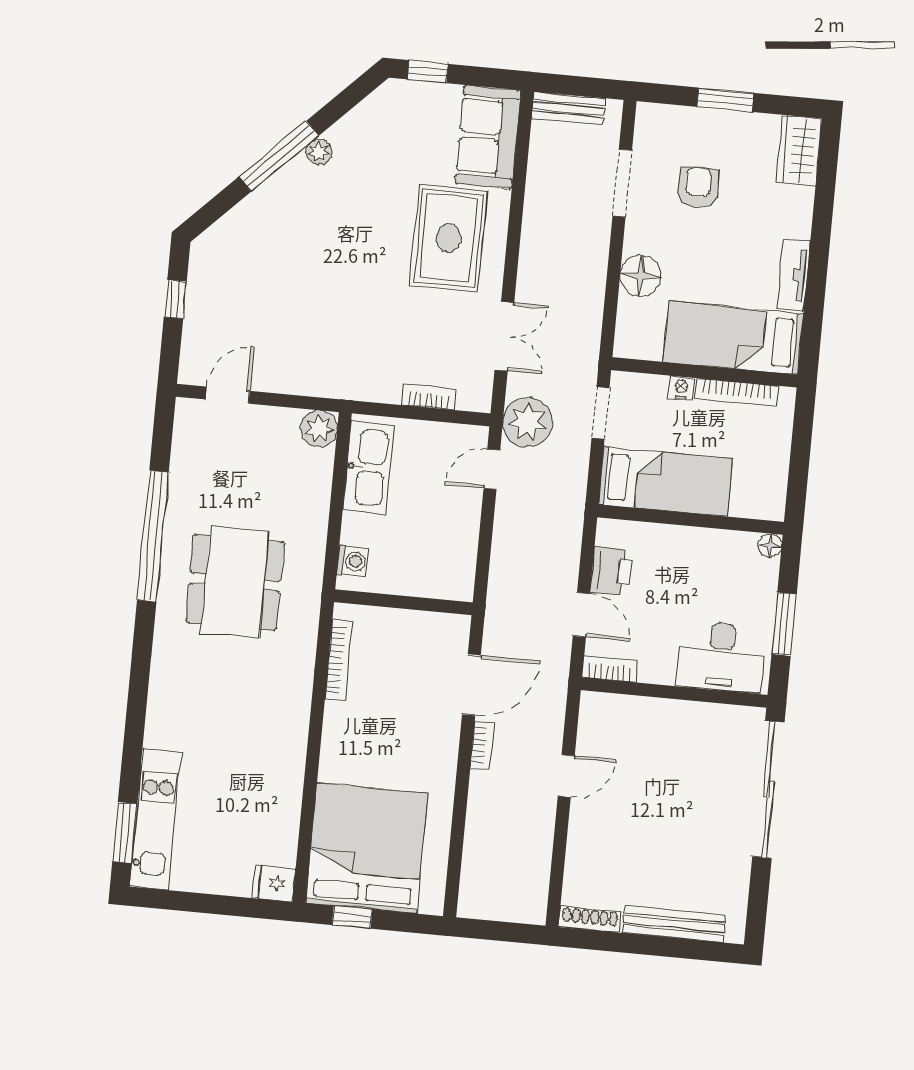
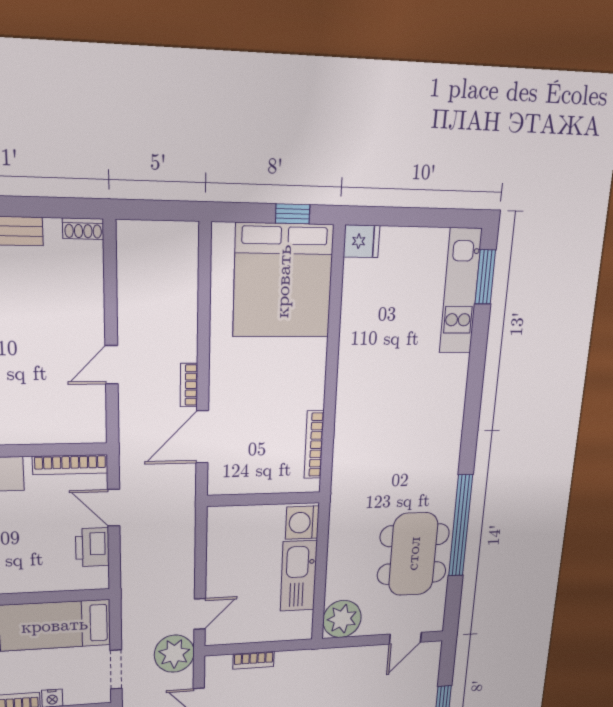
plant: (319, 429) -> (342, 619), width x1.36, depth x1.36
kitchen sink: (368, 467) -> (299, 576), moved
washing machine: (353, 561) -> (302, 523), width x1.38, depth x1.38
dining table: (235, 582) -> (413, 554), moved
bookcase: (610, 669) -> (70, 465), width x1.56
shoe rack: (590, 920) -> (83, 229), width x0.70

